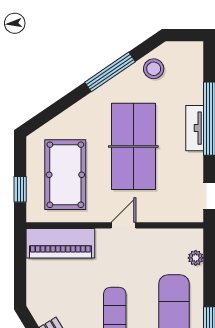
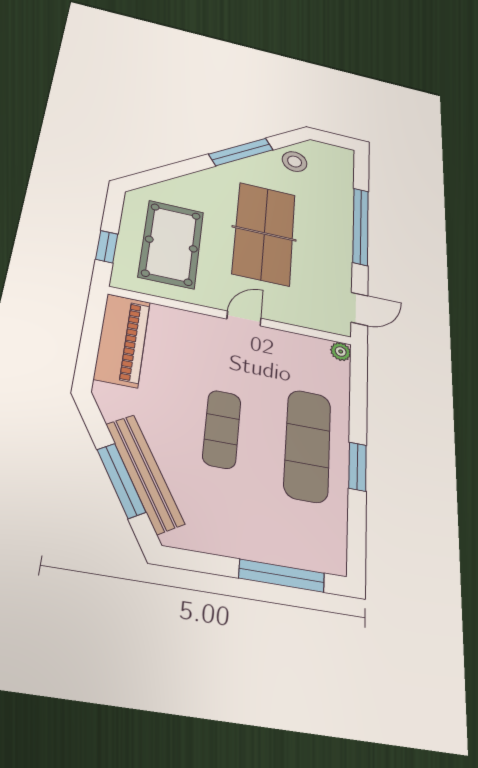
tv unit: (195, 128) -> (342, 232), removed
piano: (60, 243) -> (122, 340), moved, turned -90
plant: (196, 258) -> (341, 352), moved

